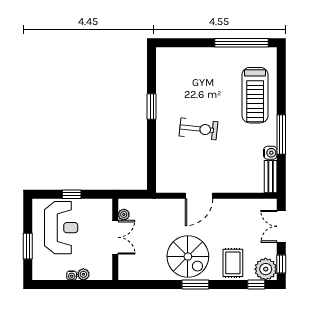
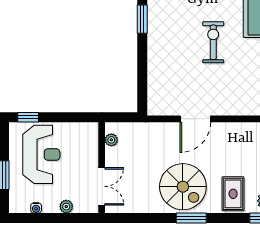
exercise bike: (199, 129) -> (213, 42), moved, turned -96
window: (72, 194) -> (28, 117), moved
double door: (115, 237) -> (102, 186), moved
water cooler: (72, 276) -> (36, 208), moved

